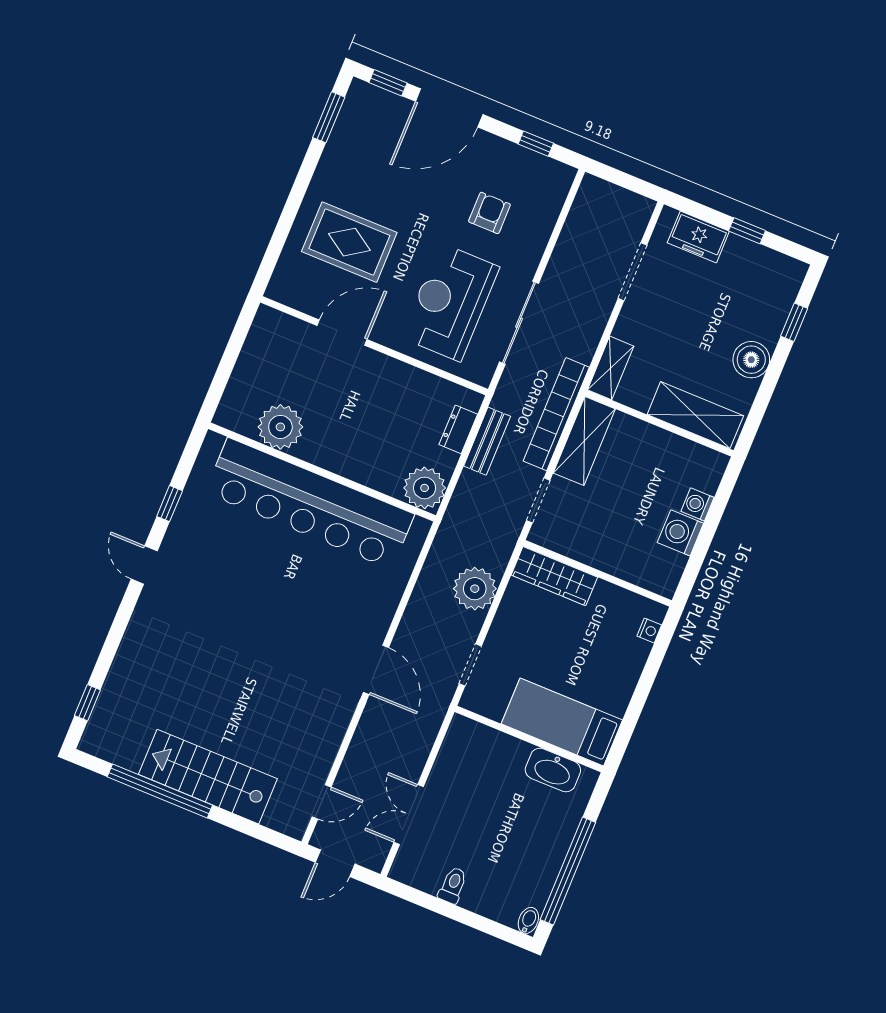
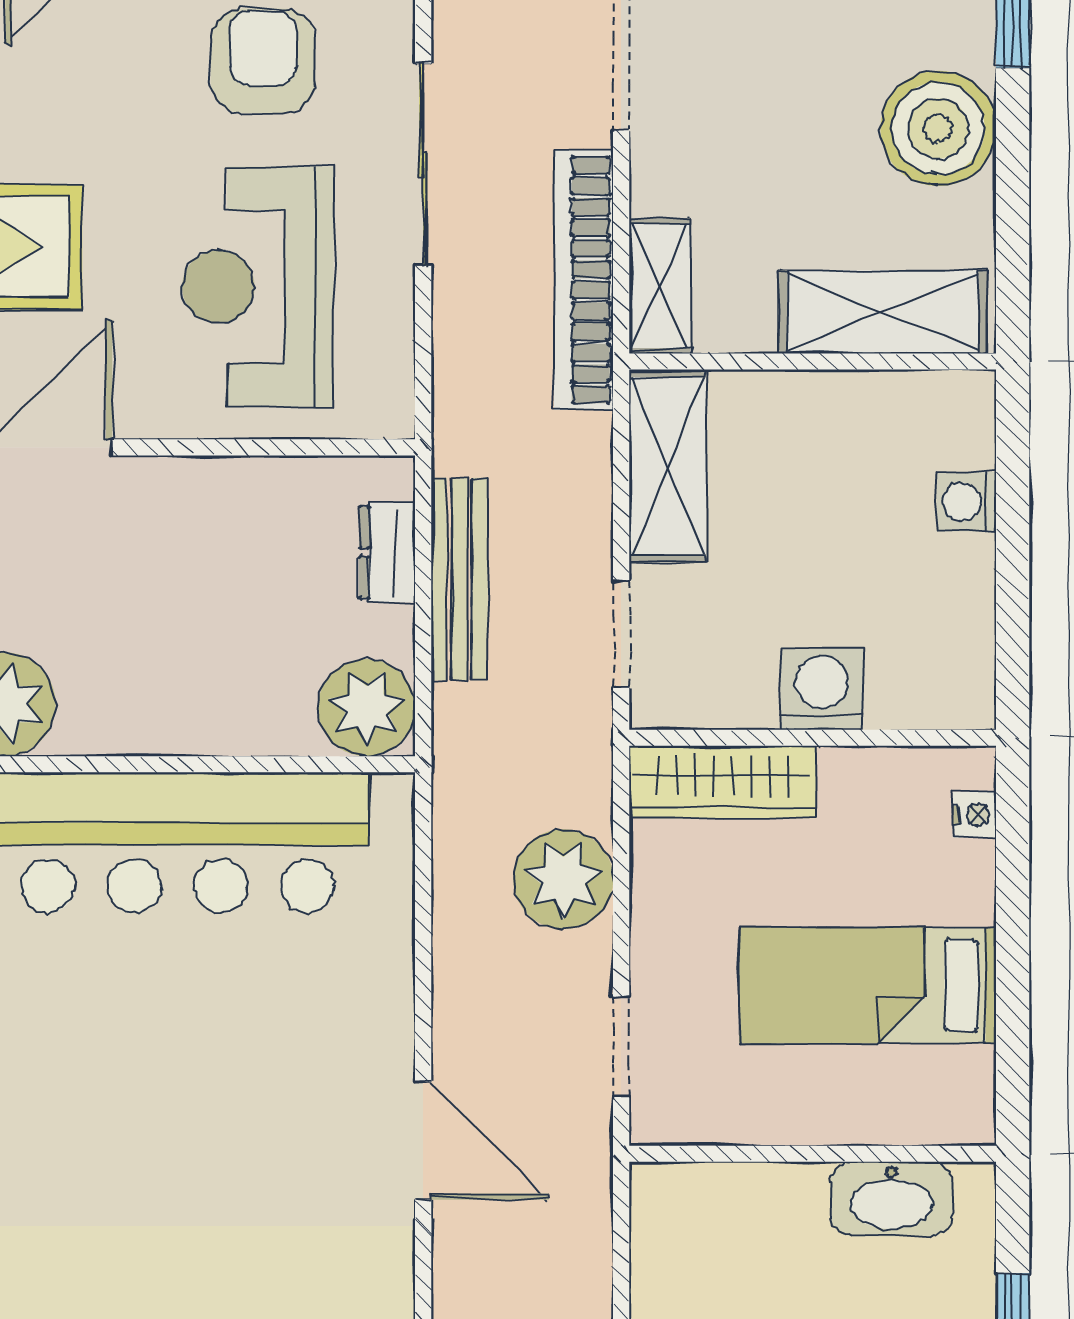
armchair: (490, 213) -> (263, 61), width x1.38, depth x1.38
sliding door: (519, 323) -> (423, 165), moved
boiler: (751, 360) -> (938, 128), width x1.37, depth x1.37
bookcase: (556, 414) -> (584, 280), moved
bench: (487, 441) -> (459, 579), width x1.36
washing machine: (680, 533) -> (822, 689), moved, turned 90
bed: (562, 722) -> (868, 985), moved

